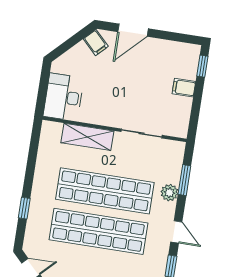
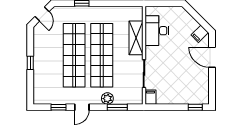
filing cabinet: (184, 88) -> (150, 97), moved
desk: (64, 97) -> (157, 31), moved, turned -90

